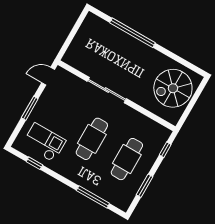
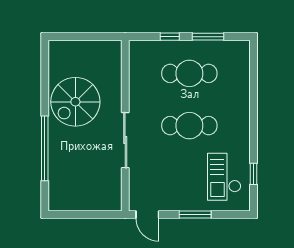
spiral stairs: (173, 88) -> (75, 102), moved, turned 90
window: (165, 150) -> (170, 37), moved
window: (93, 197) -> (254, 87), removed

